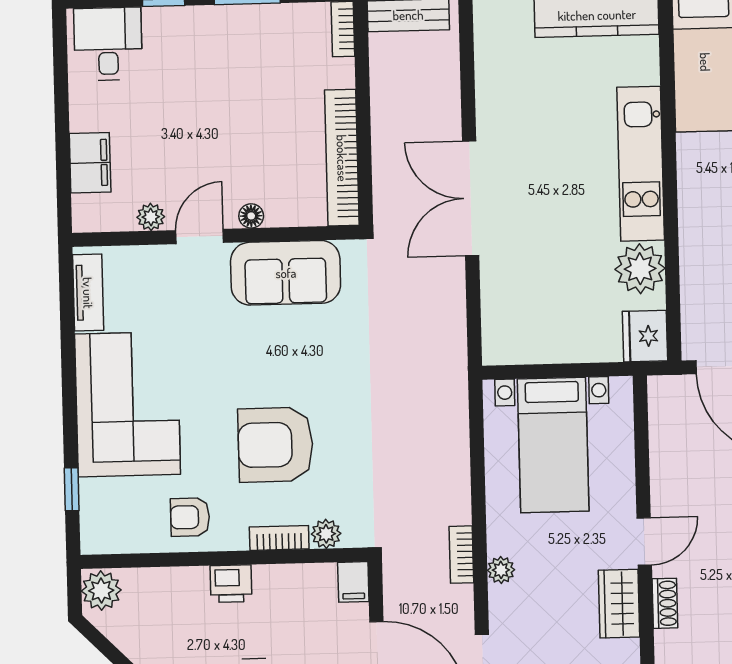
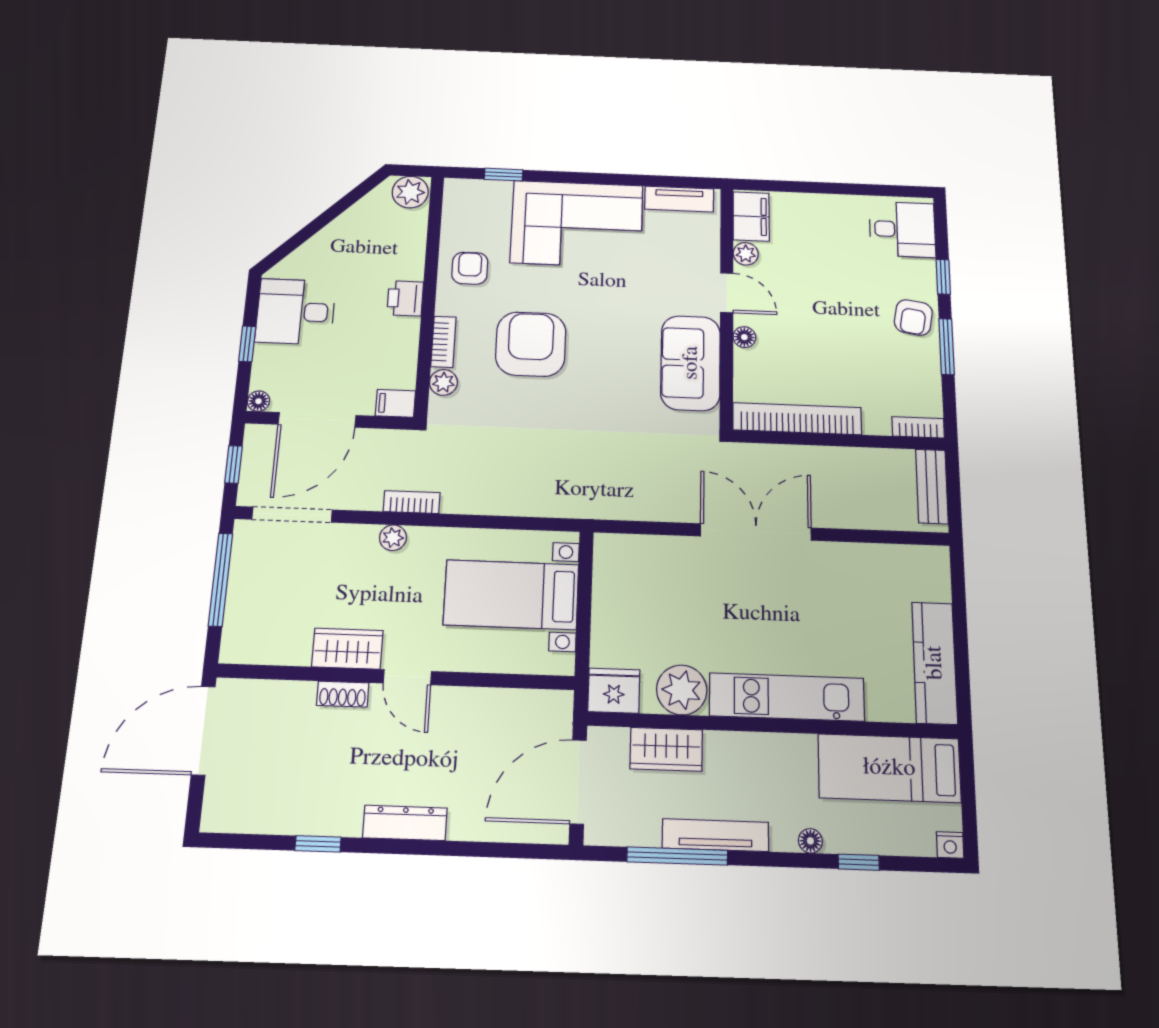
armchair: (215, 33) -> (913, 317), added
filing cabinet: (90, 163) -> (751, 216), moved, turned -90
wardrobe: (700, 282) -> (666, 749), added

